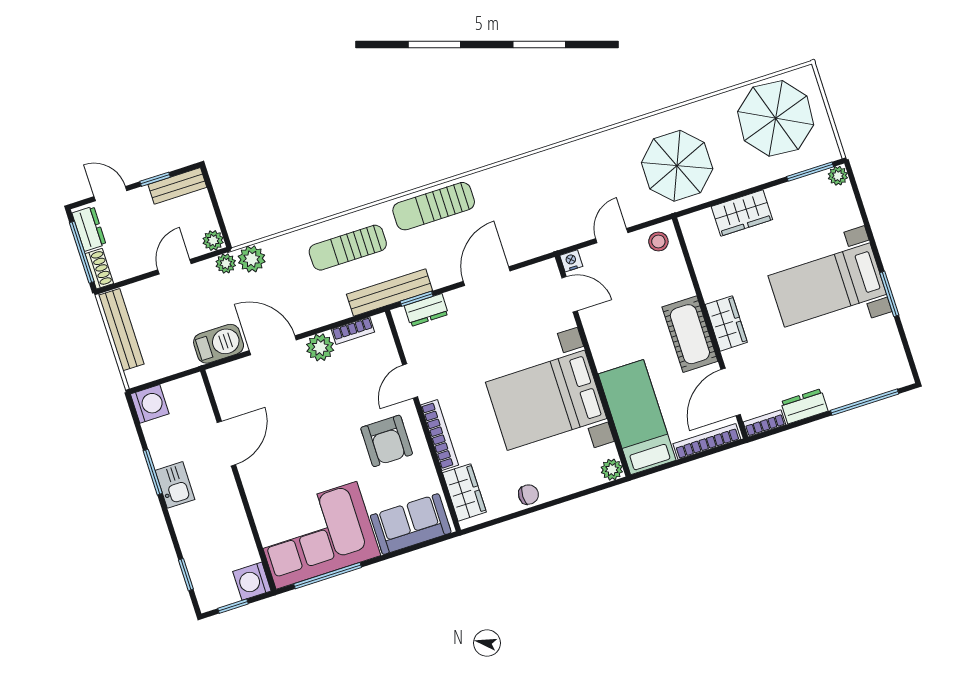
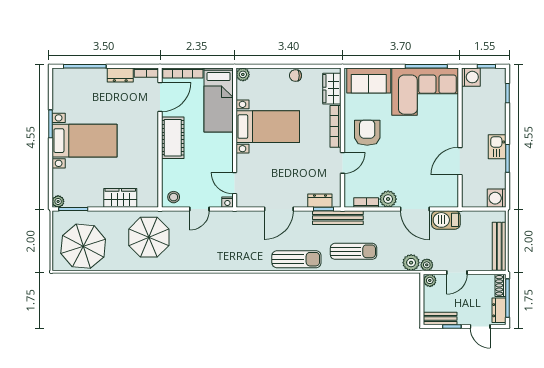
wardrobe: (726, 323) -> (150, 137), removed
bed with nightstands: (546, 400) -> (268, 127), width x0.73

